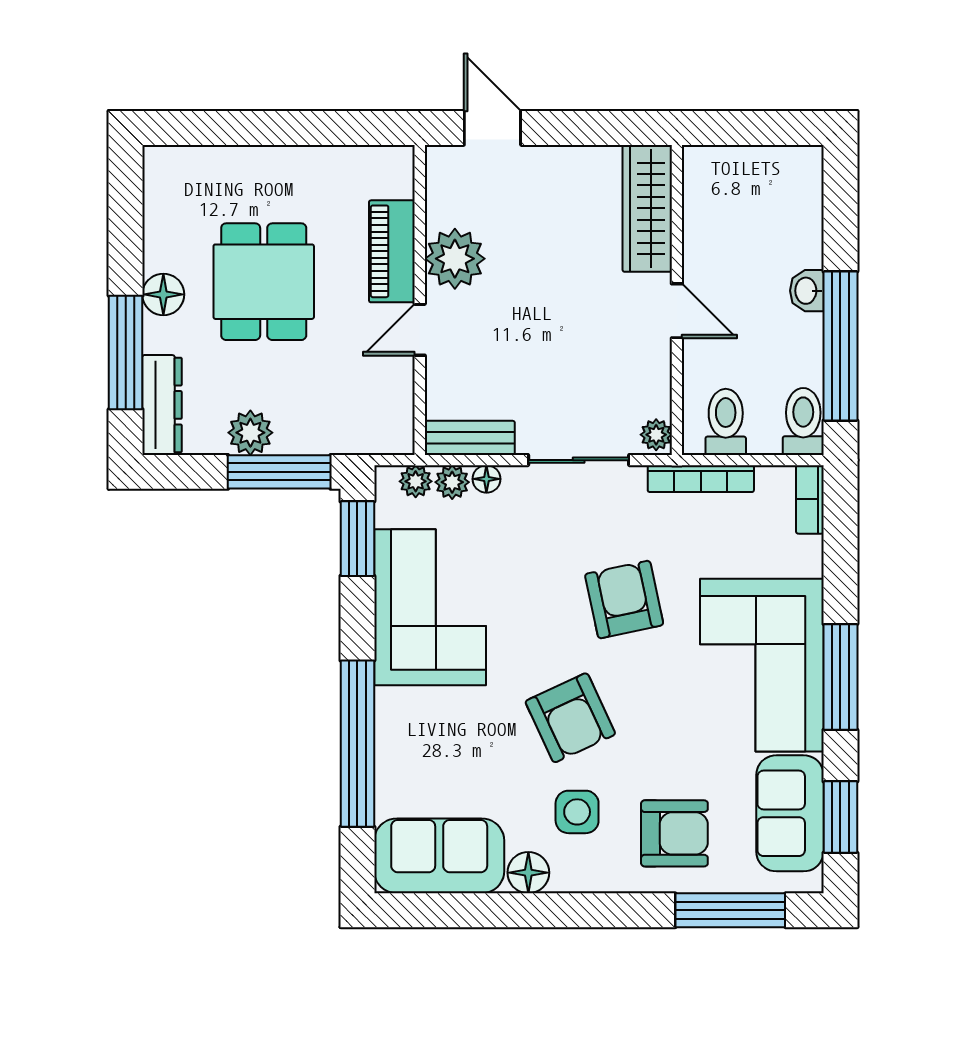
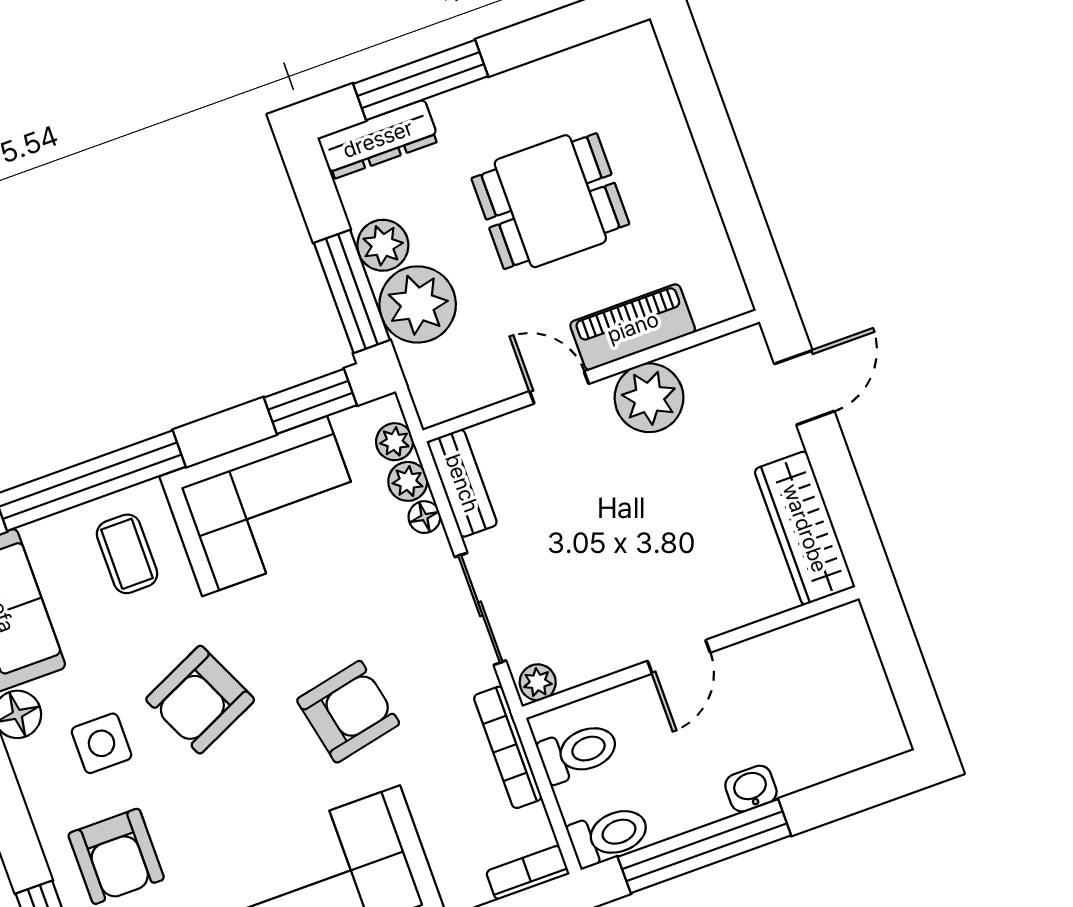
wardrobe: (647, 208) -> (805, 528), moved, turned -90
floor lamp: (163, 294) -> (498, 98), removed
plant: (309, 422) -> (418, 304), added
coffee table: (429, 735) -> (127, 554), added

